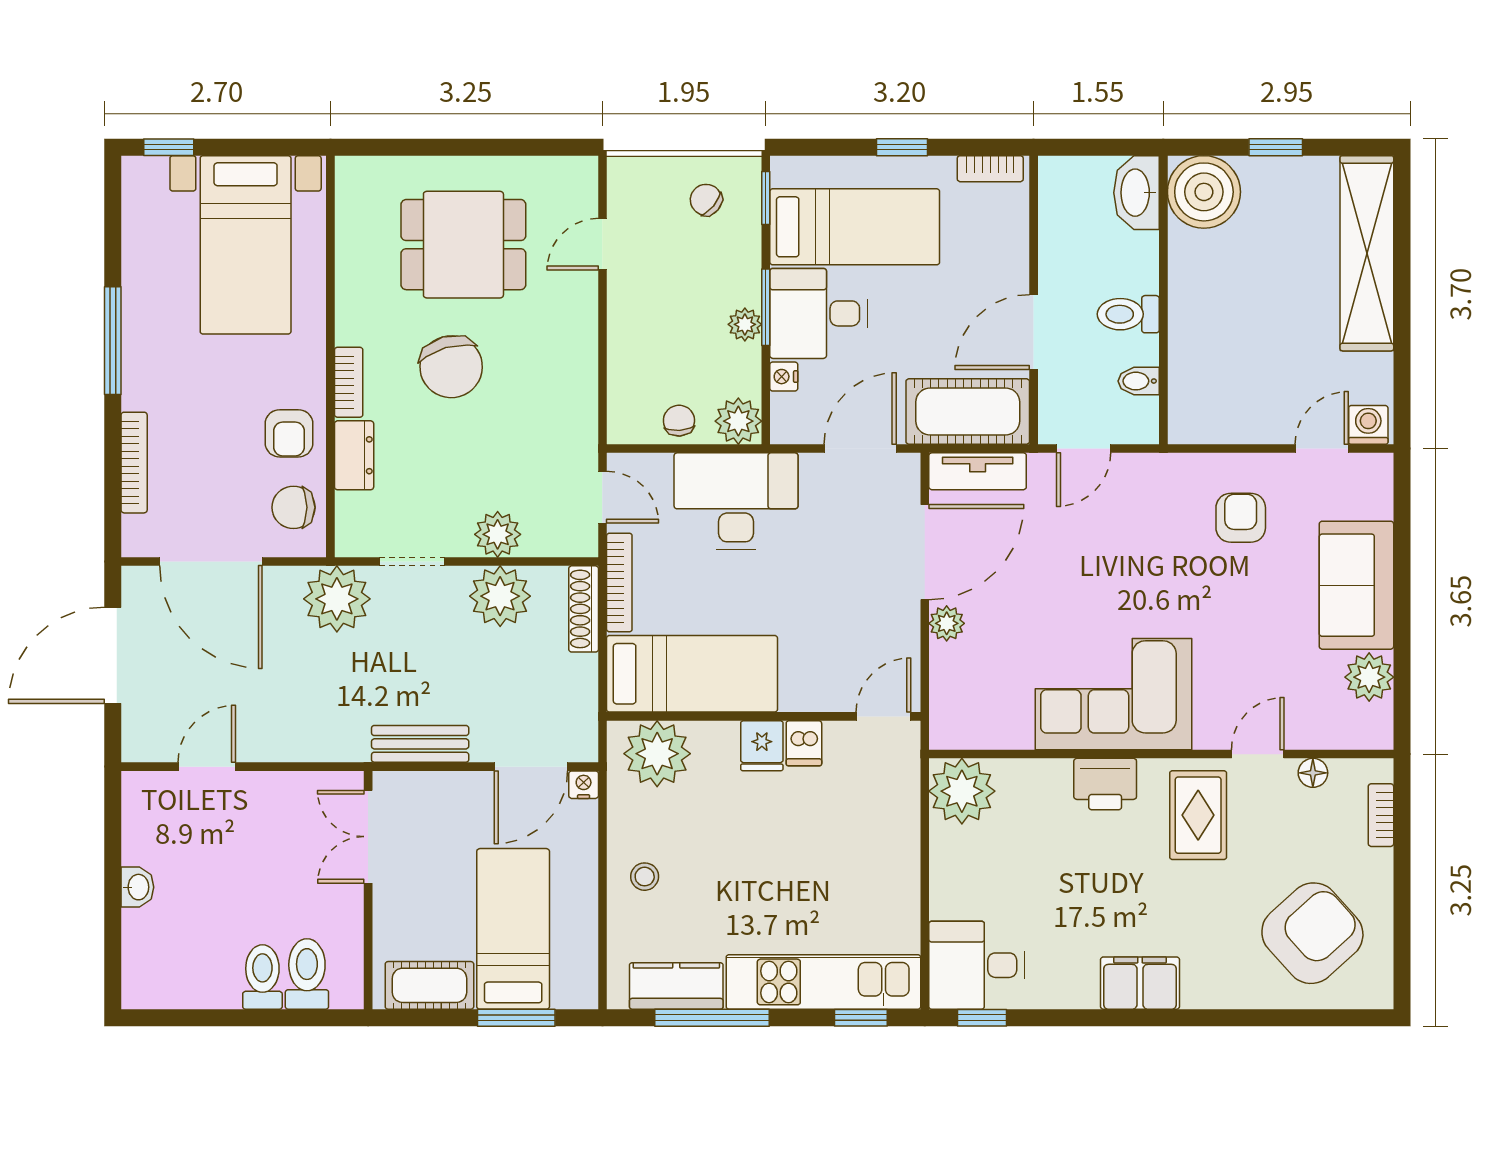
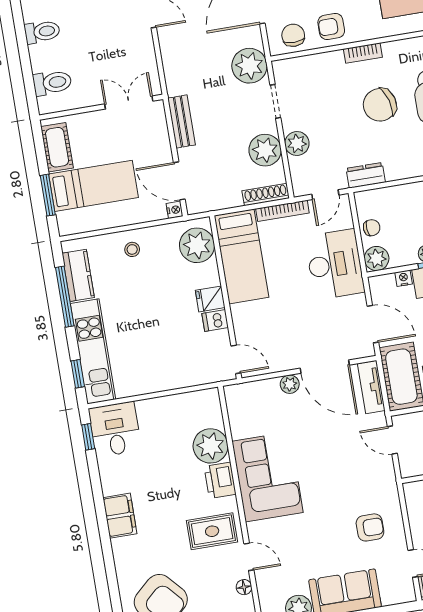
dresser: (354, 455) -> (366, 175), moved, turned 180
plant: (962, 791) -> (211, 446), moved
toilet: (262, 977) -> (42, 32), moved

